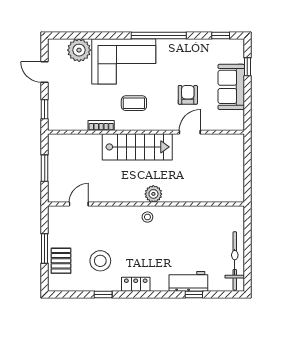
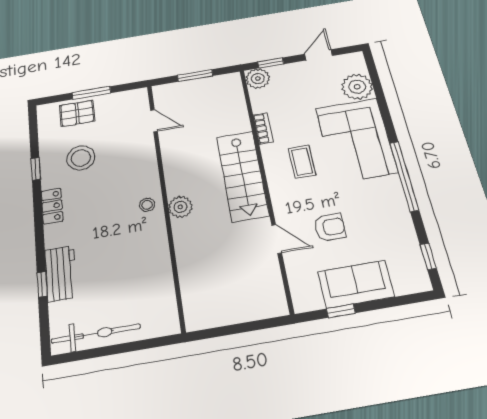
window: (247, 67) -> (341, 311), moved
plant: (57, 121) -> (258, 79), added

